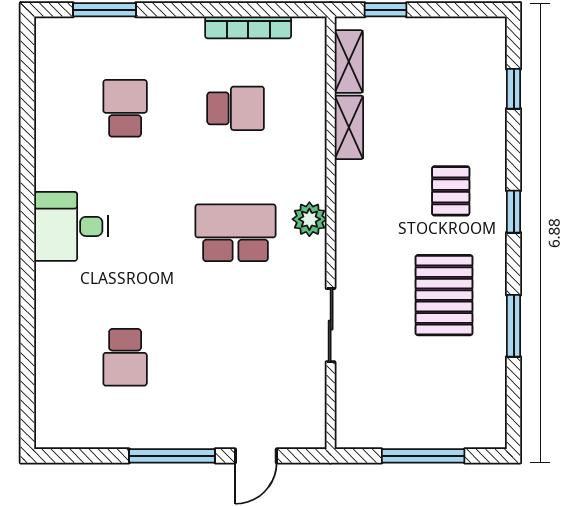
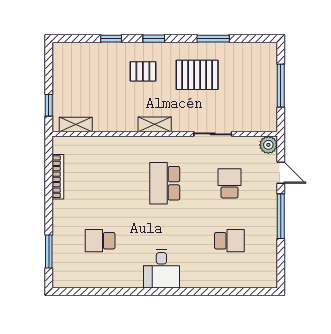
window: (514, 89) -> (111, 39), moved
school desk: (236, 108) -> (229, 183), moved
shelving: (349, 127) -> (155, 124), moved
plant: (309, 219) -> (268, 145), moved

